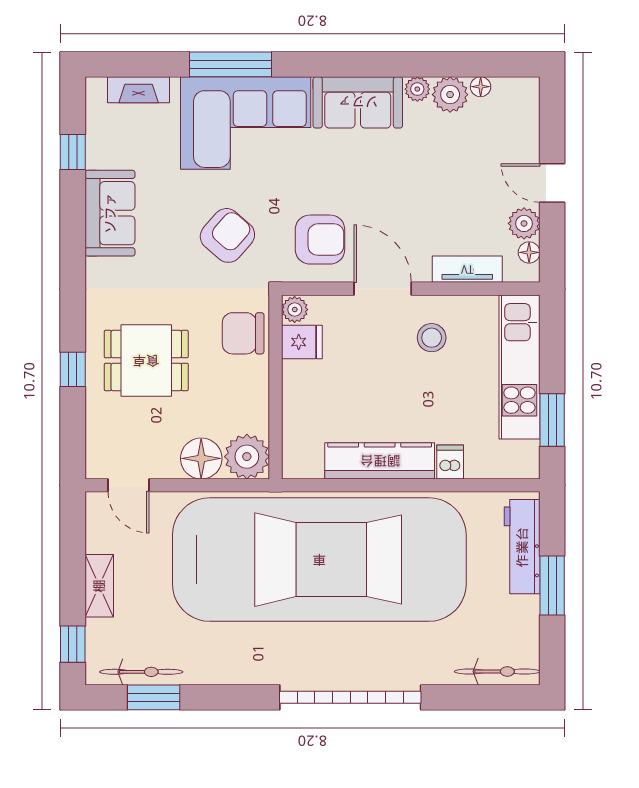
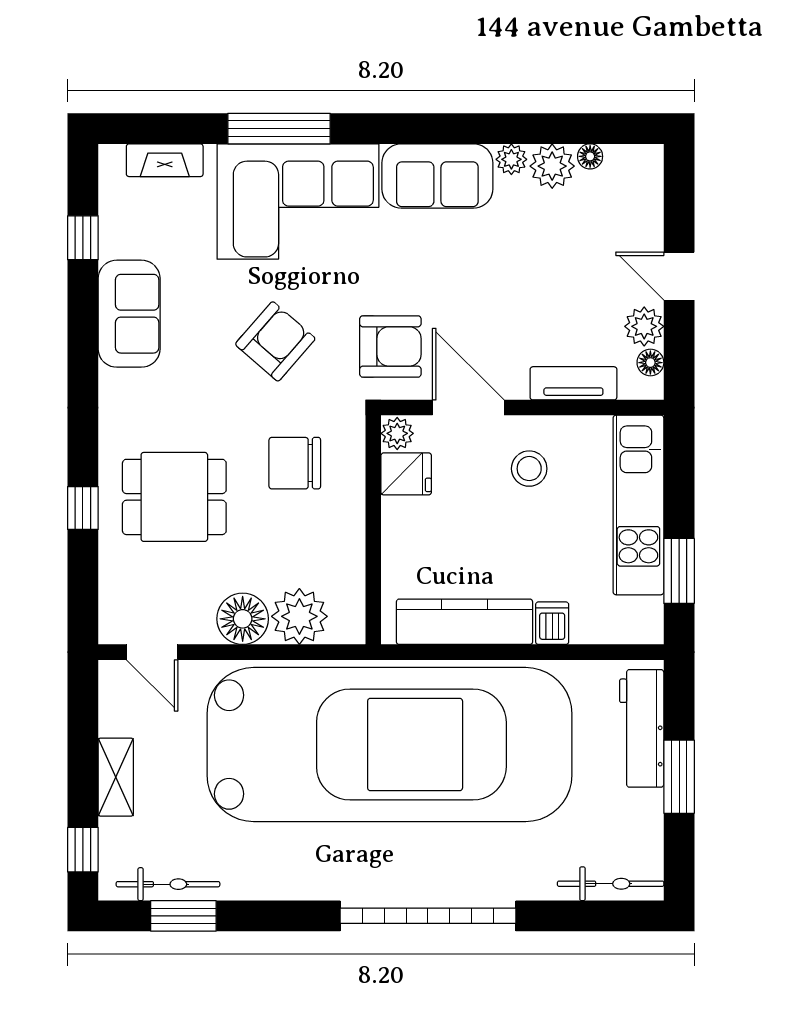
plant: (295, 310) -> (397, 433), moved
fridge: (302, 342) -> (406, 474), moved
wall: (276, 387) -> (373, 530), moved

